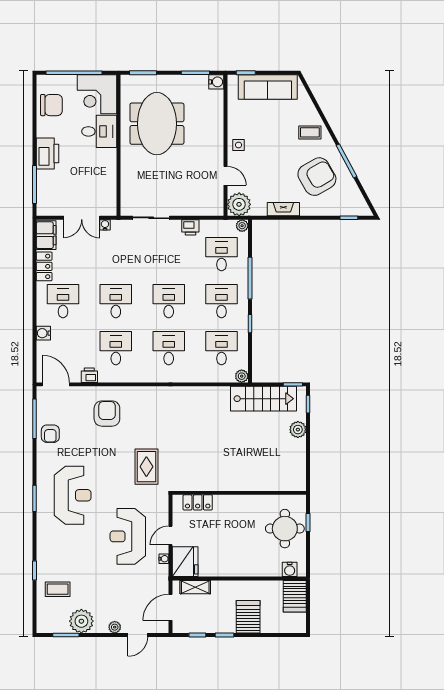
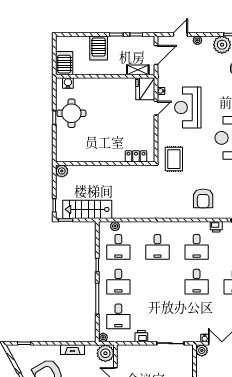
plant: (109, 208) -> (202, 350), added
desk: (169, 301) -> (157, 282), removed
plant: (242, 376) -> (115, 226), moved
plant: (298, 430) -> (62, 171), moved
wall: (239, 493) -> (105, 163), moved
locker: (198, 502) -> (136, 156), moved
reception desk: (128, 536) -> (188, 107), turned 180

